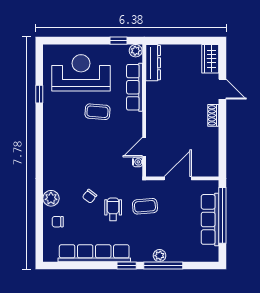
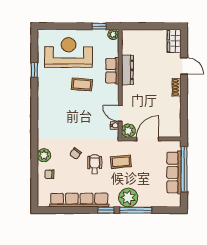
dresser: (153, 63) -> (127, 70), moved
row of seats: (135, 87) -> (112, 71), width x0.68
door: (144, 147) -> (120, 113), hinge flipped
plant: (154, 168) -> (128, 131), added
plant: (160, 256) -> (128, 198), width x1.88, depth x1.88

